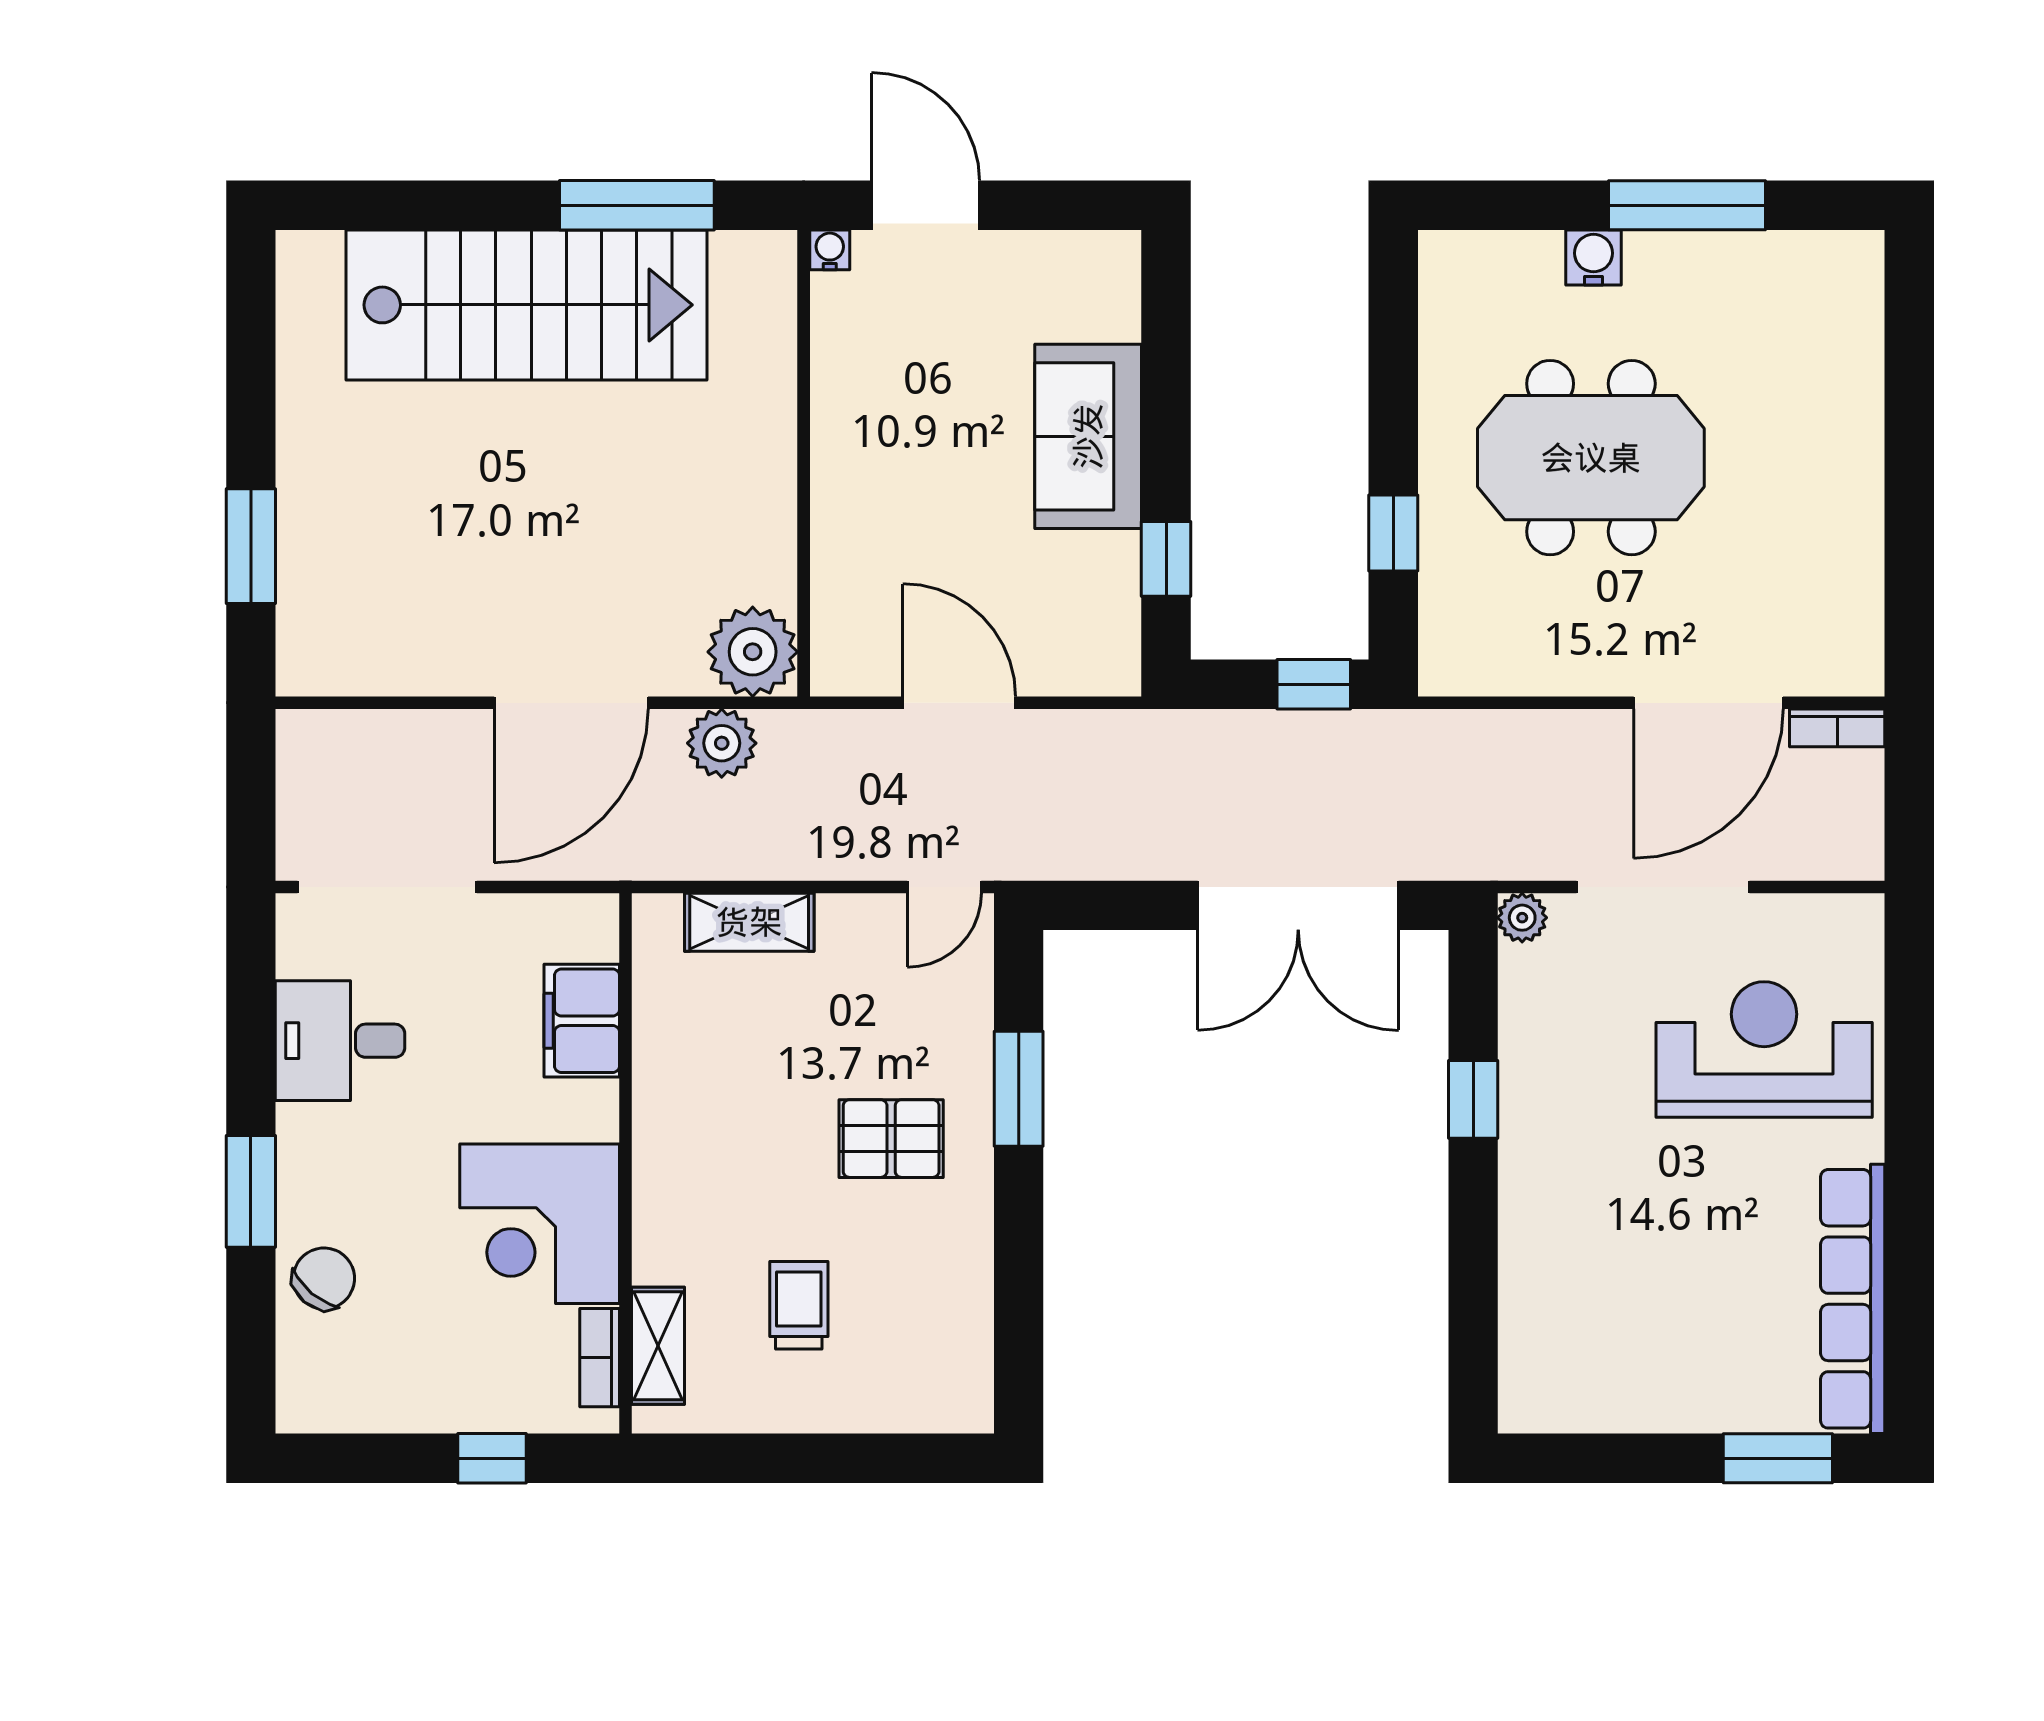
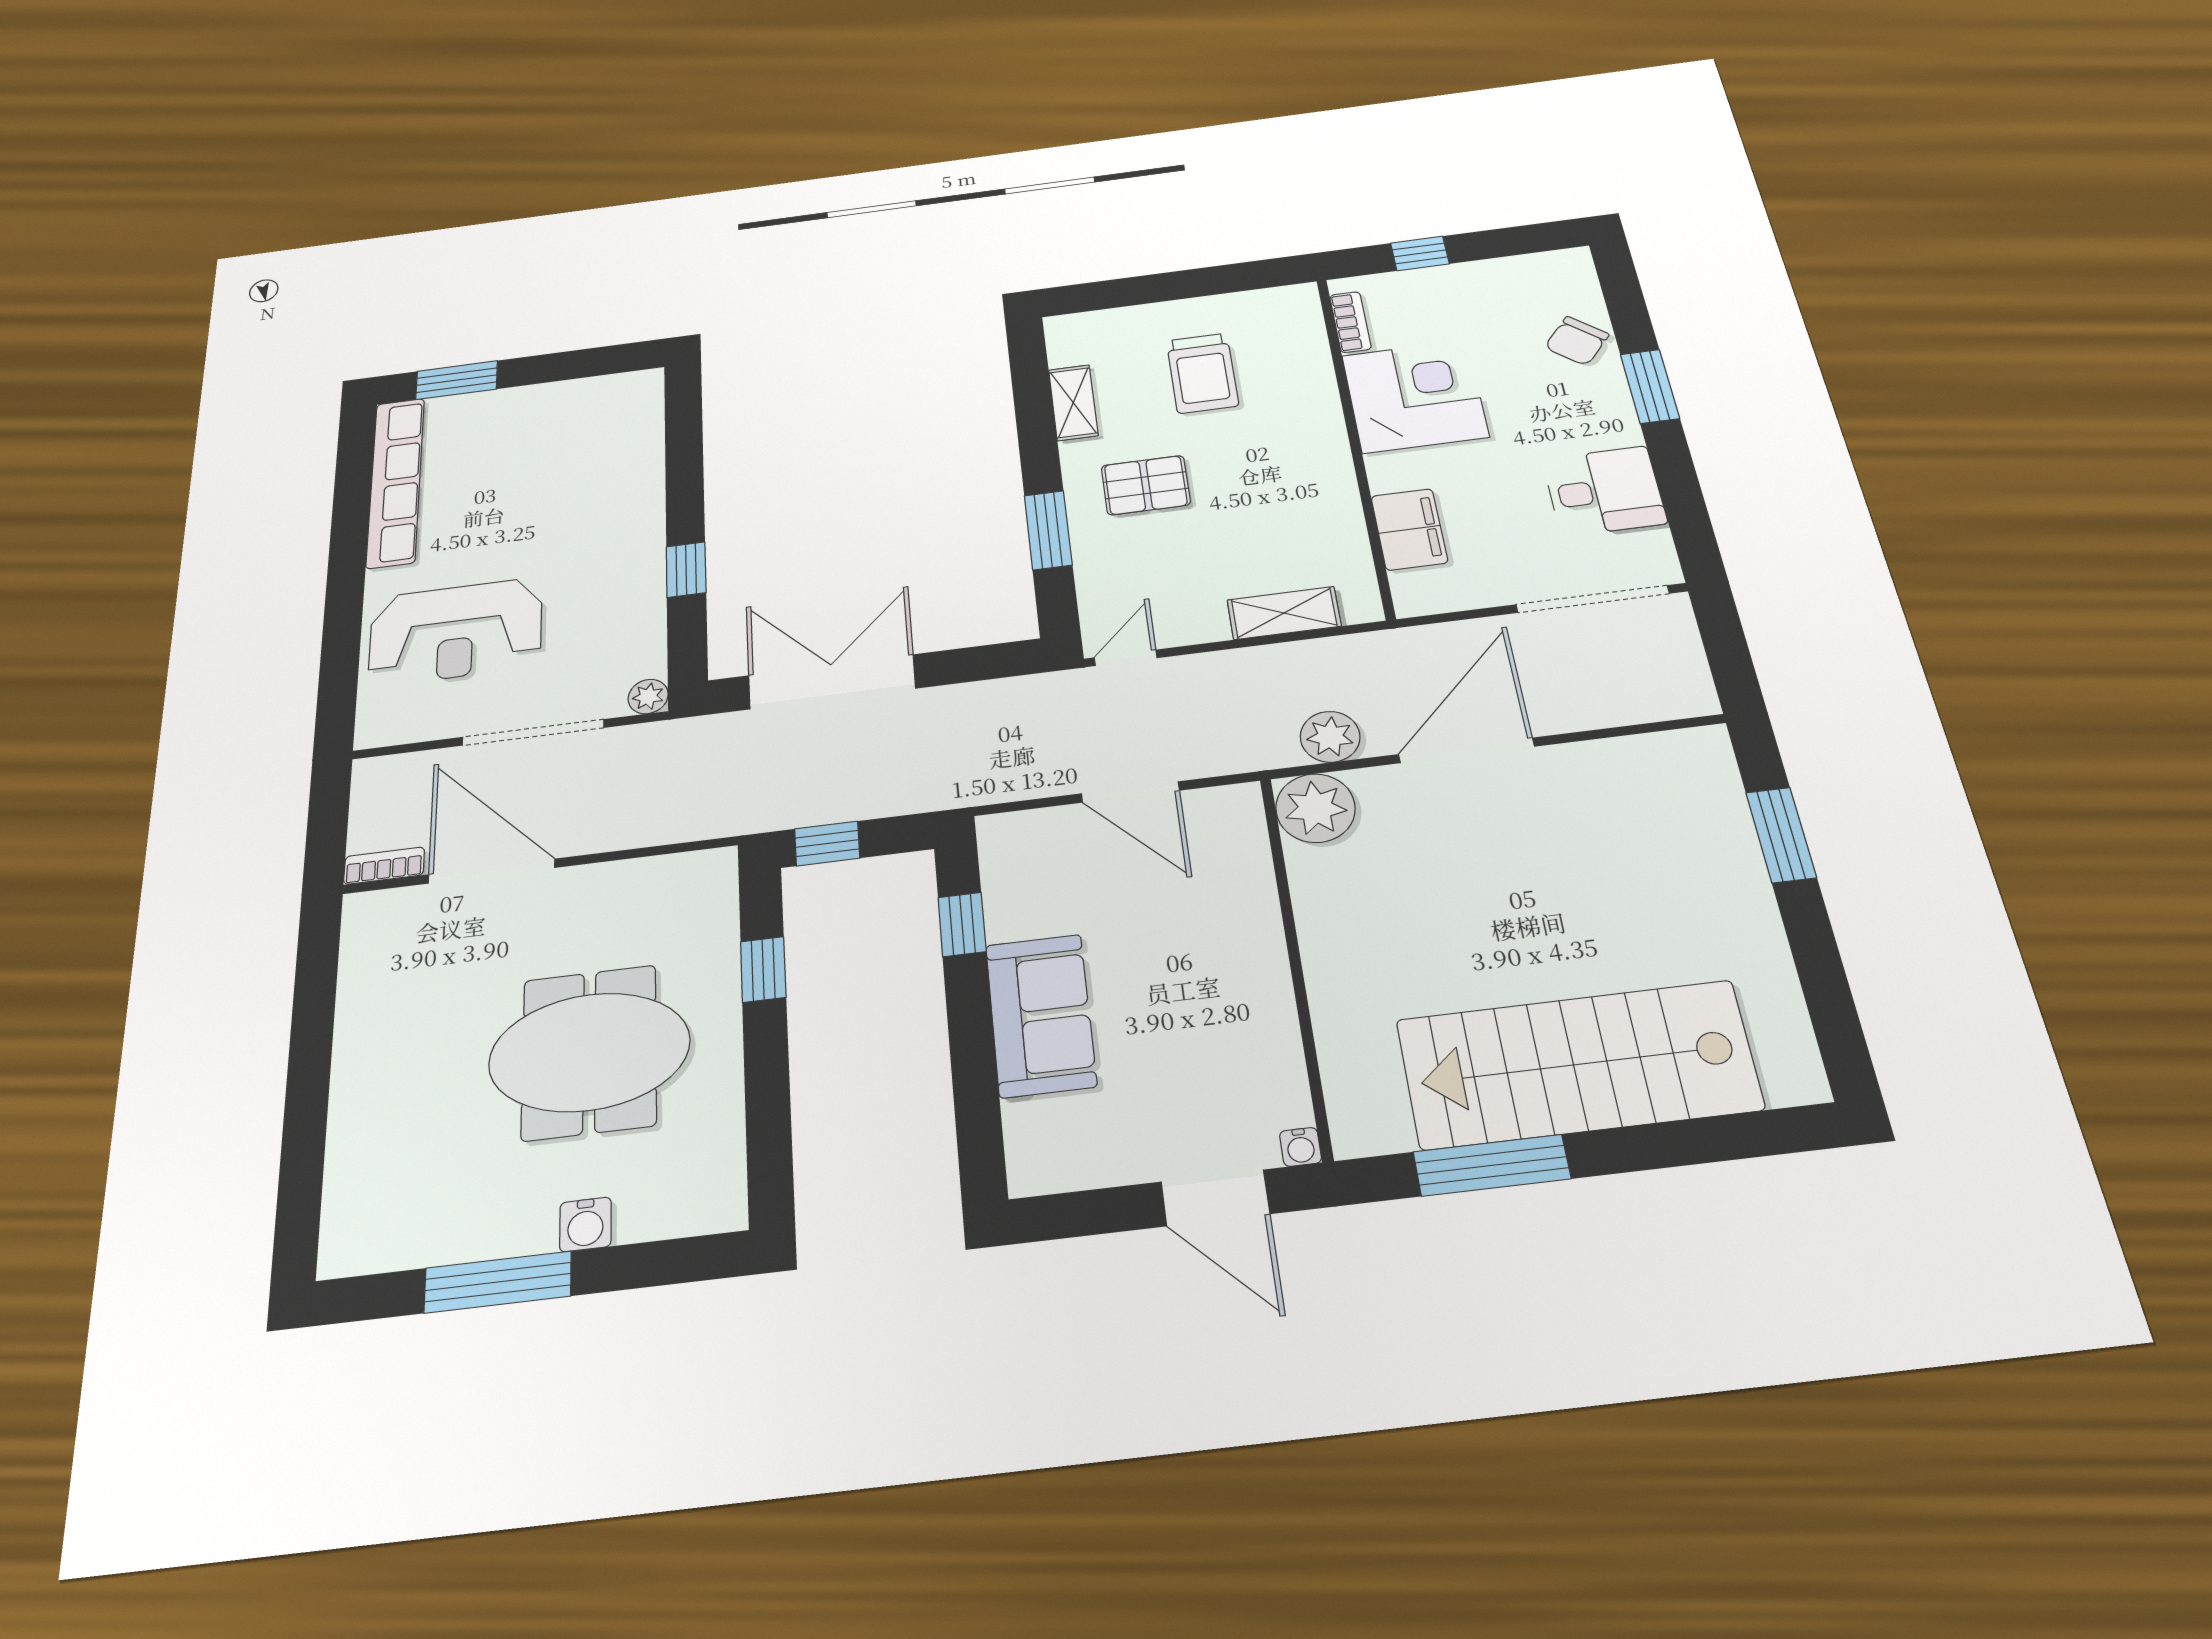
door: (1708, 703) -> (492, 871), hinge flipped
trolley: (799, 1305) -> (1202, 373), width x1.36, depth x1.39
shelving: (658, 1346) -> (1073, 403), moved

